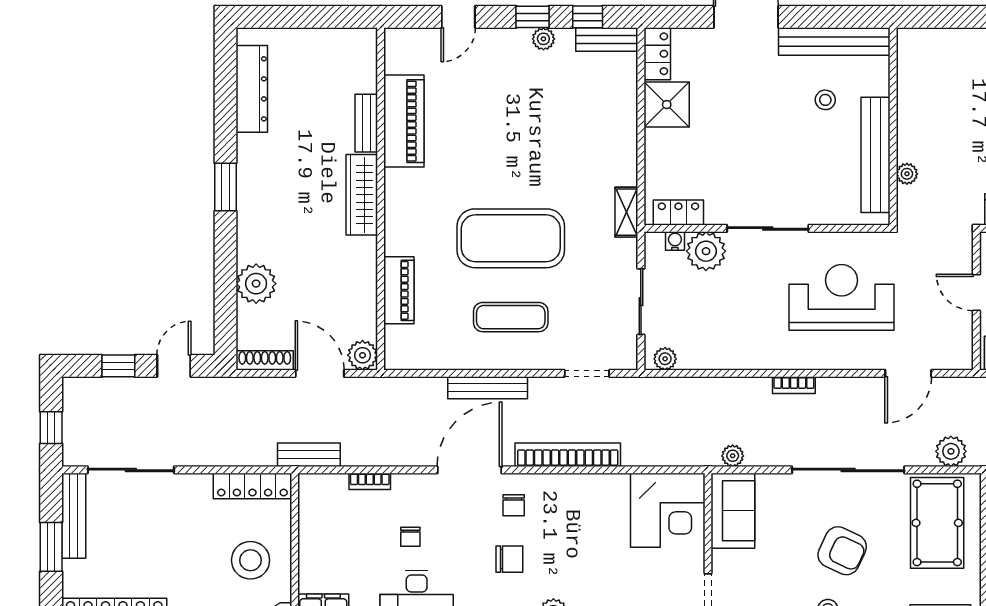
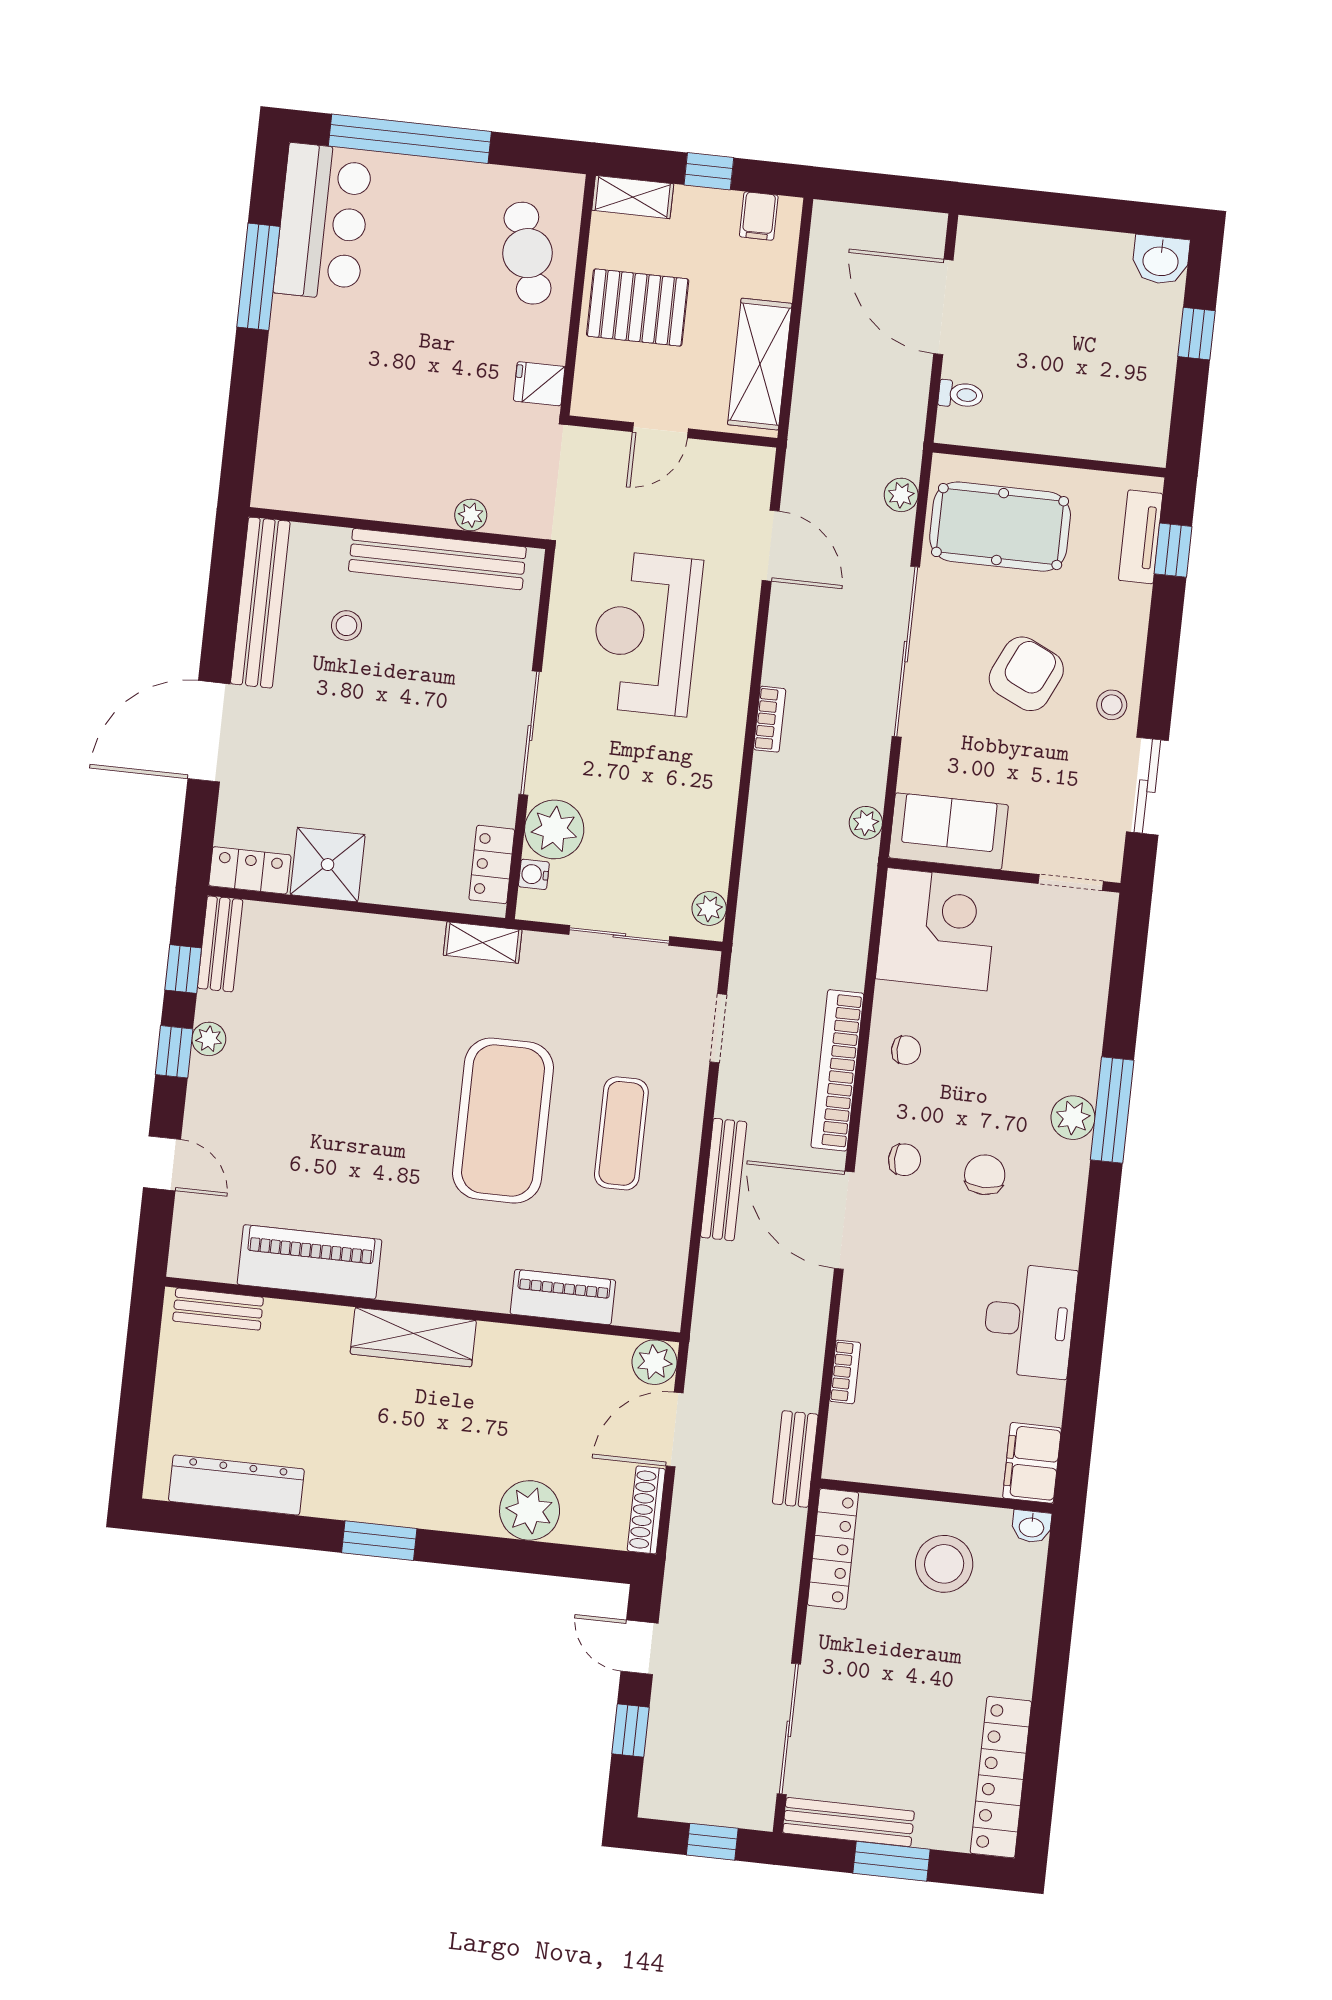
bench: (366, 123) -> (218, 1309), moved
plant: (951, 451) -> (901, 495), width x0.73, depth x0.73
chair: (410, 537) -> (906, 1050), moved

